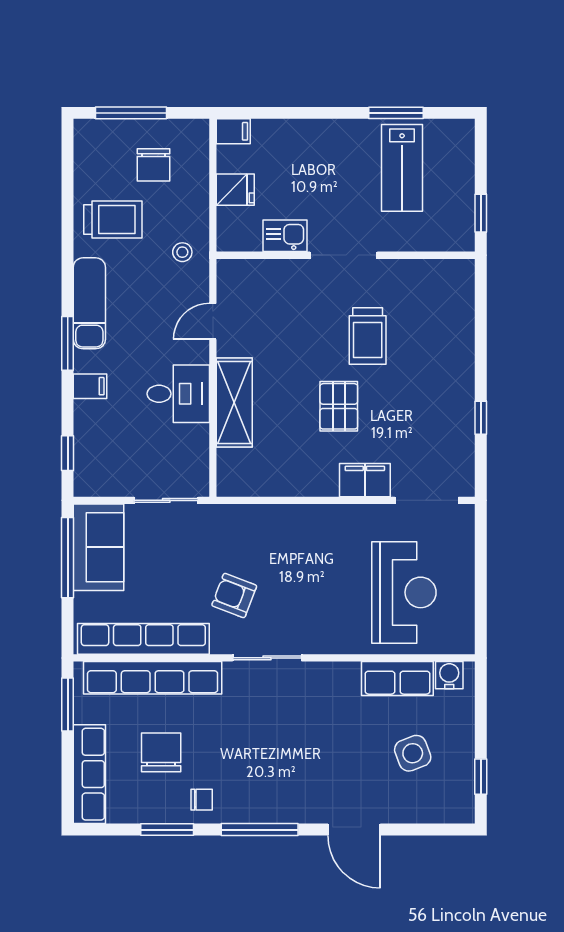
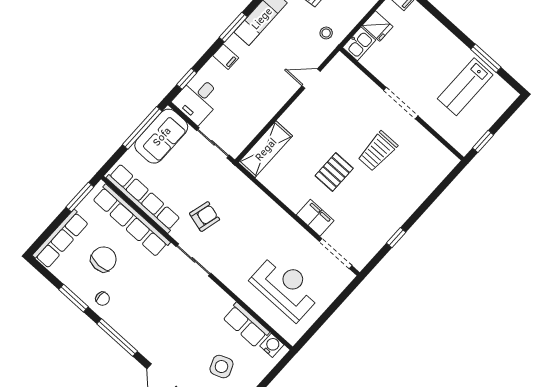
kitchen sink: (285, 236) -> (359, 44), moved, turned 90
desk: (178, 394) -> (198, 99), moved, turned 90
shelving: (234, 403) -> (265, 149), moved
reception desk: (404, 592) -> (286, 287), turned -90
armchair: (234, 596) -> (205, 217), turned 84

